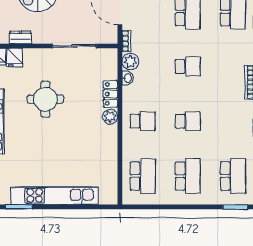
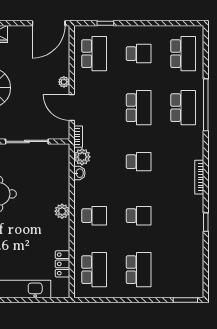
locker: (110, 94) -> (62, 264), moved
school desk: (233, 176) -> (183, 270), removed

